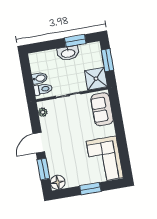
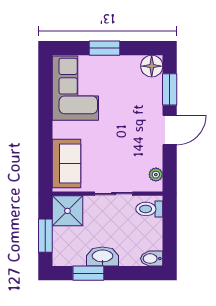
bidet: (40, 78) -> (152, 259), moved

